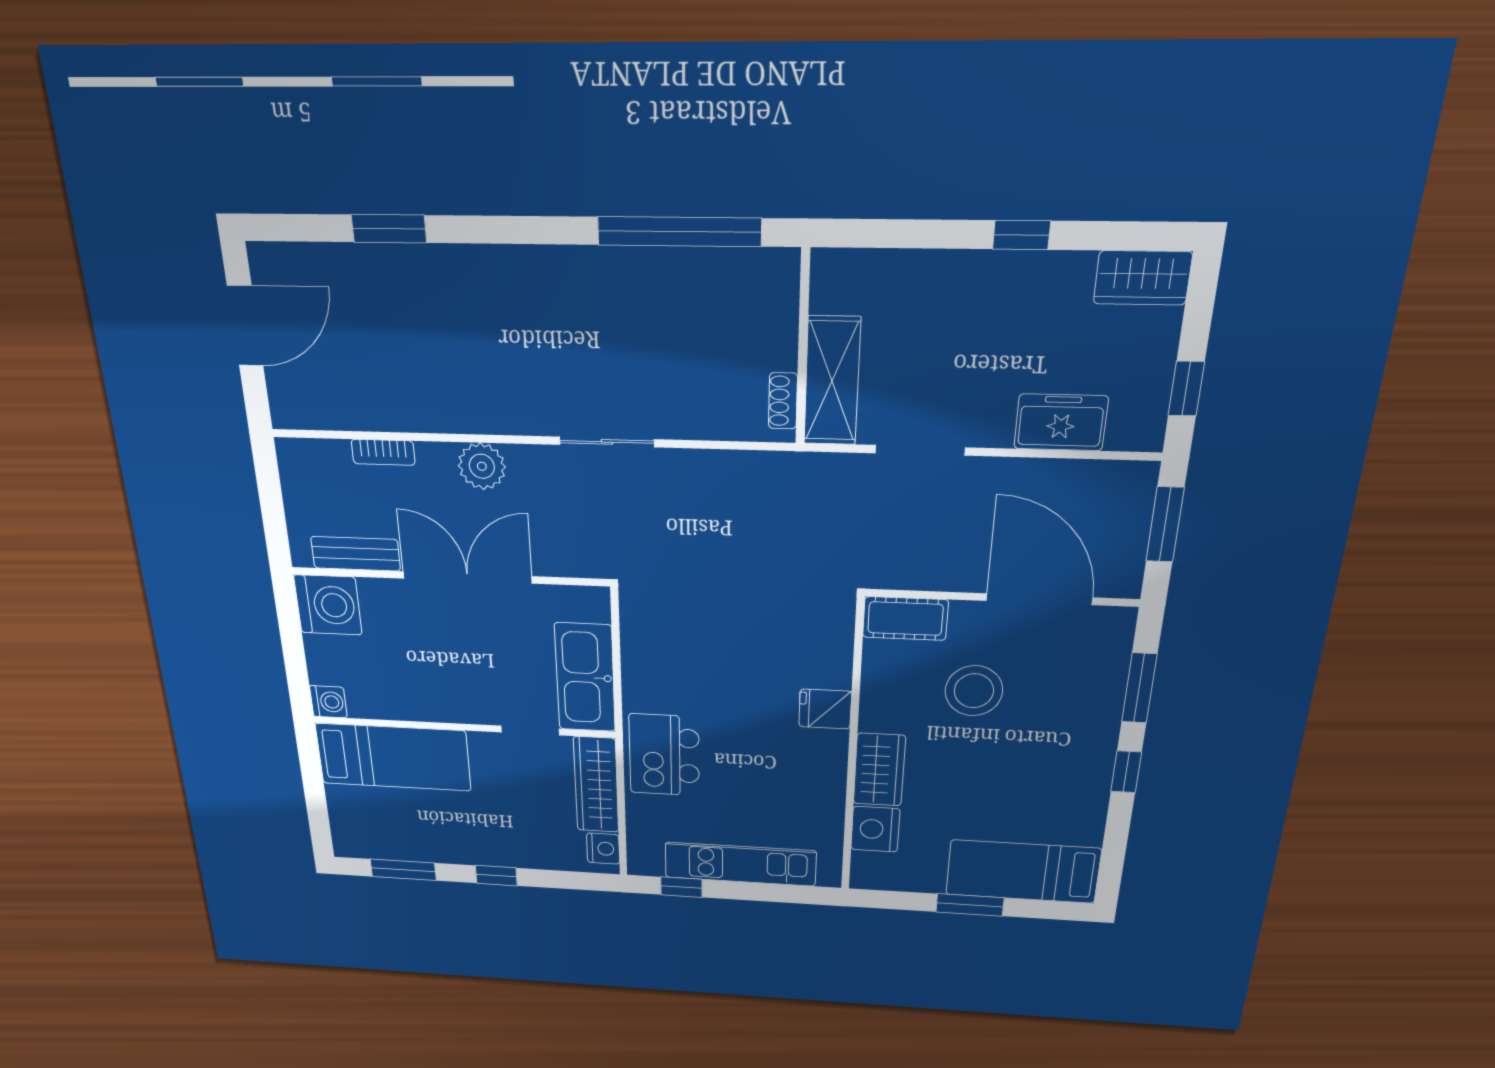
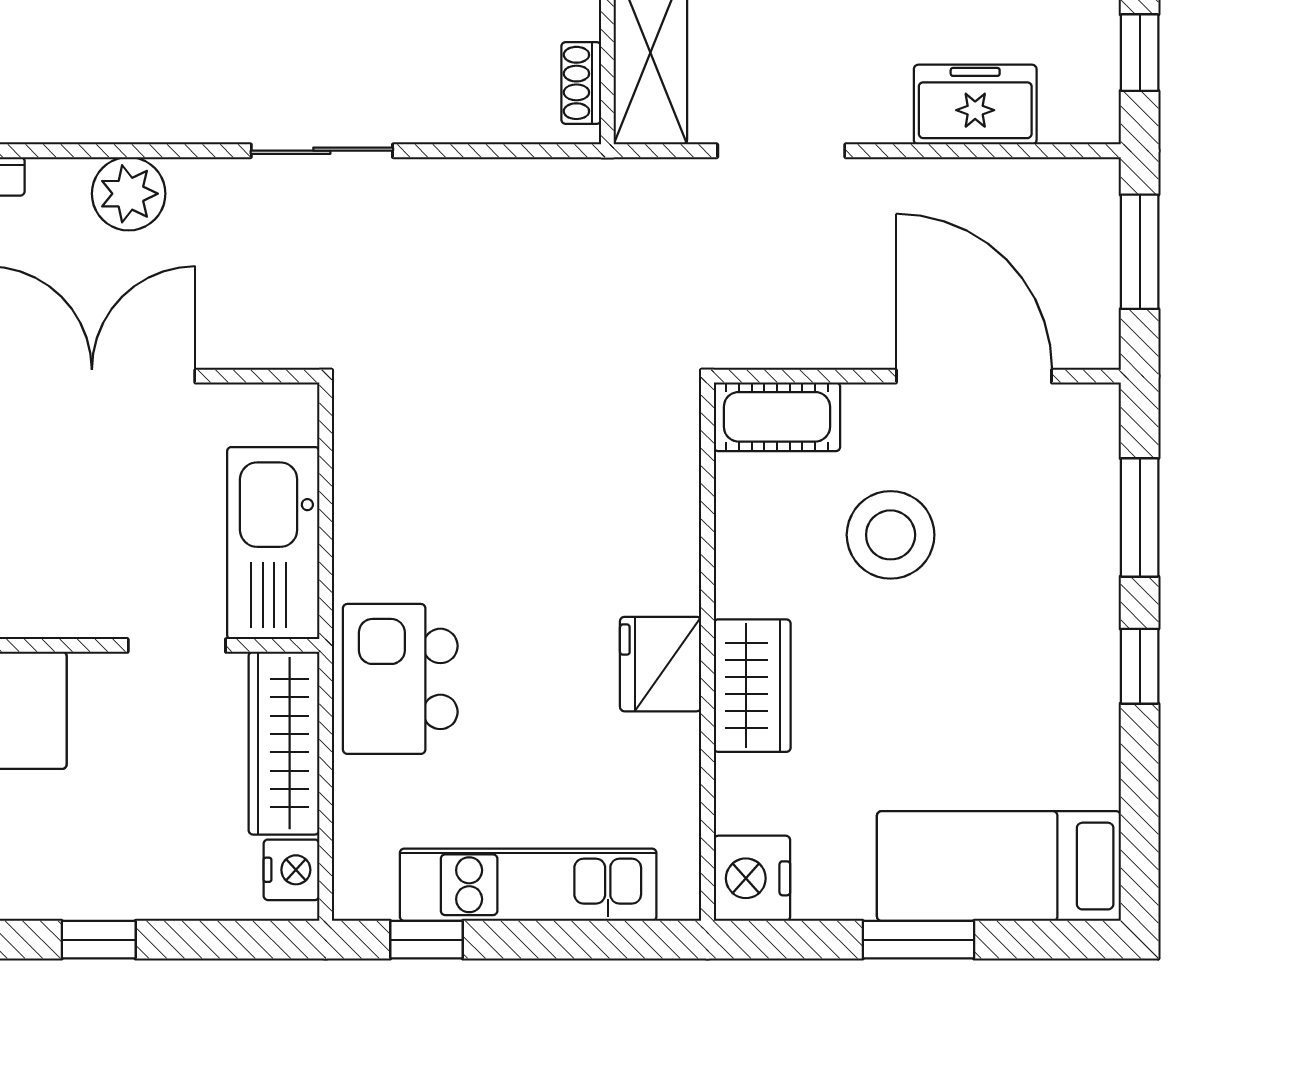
fridge: (825, 709) -> (661, 664), moved, width x1.38
nightstand: (875, 829) -> (752, 878), moved

